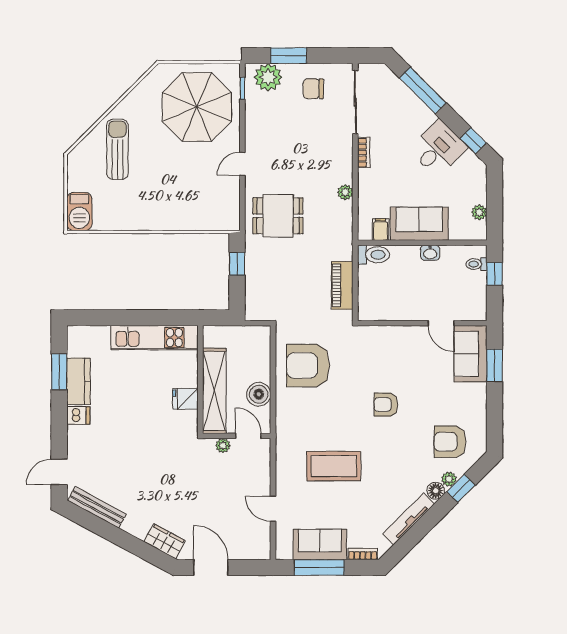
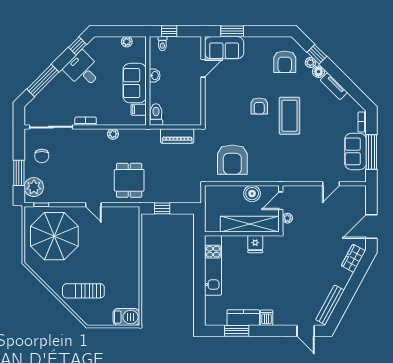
coffee table: (334, 466) -> (289, 116), moved
tv unit: (409, 519) -> (334, 86), width x0.71

